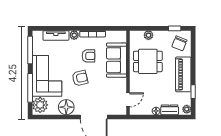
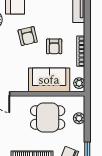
plant: (74, 35) -> (79, 83), moved
dining table: (148, 61) -> (48, 118), turned 90

